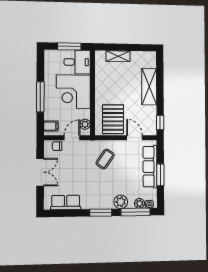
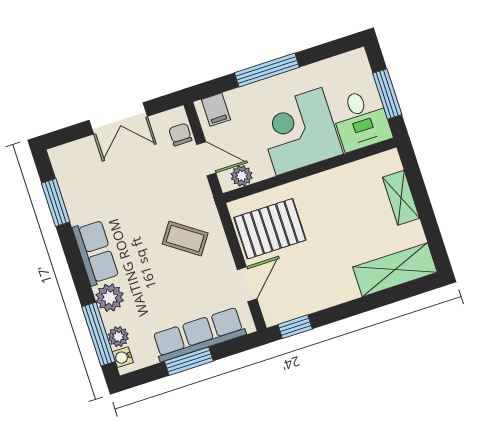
shelving: (149, 87) -> (395, 270), moved
row of seats: (66, 202) -> (96, 252), moved
window: (101, 213) -> (56, 202), moved

